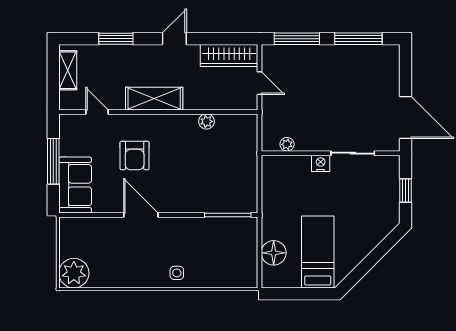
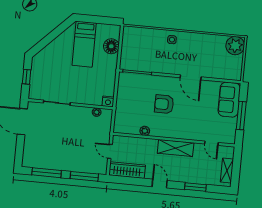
door: (174, 39) -> (160, 184), swing flipped
armchair: (135, 156) -> (164, 104), moved, turned -90
nightstand: (321, 163) -> (108, 101), moved

